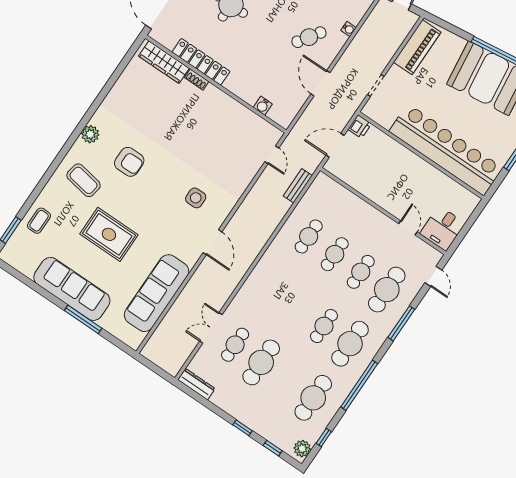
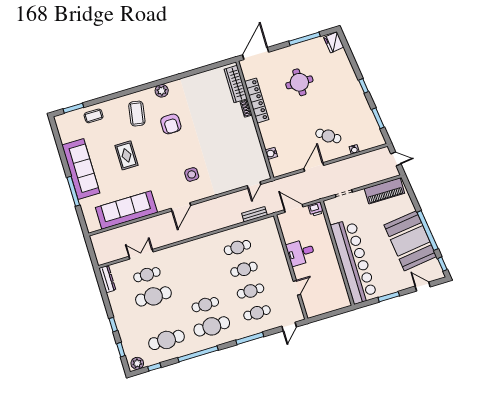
desk: (443, 228) -> (301, 252), moved
rug: (109, 234) -> (126, 155), width x0.73, depth x0.70
cafe table: (387, 290) -> (257, 313), width x0.73, depth x0.74

